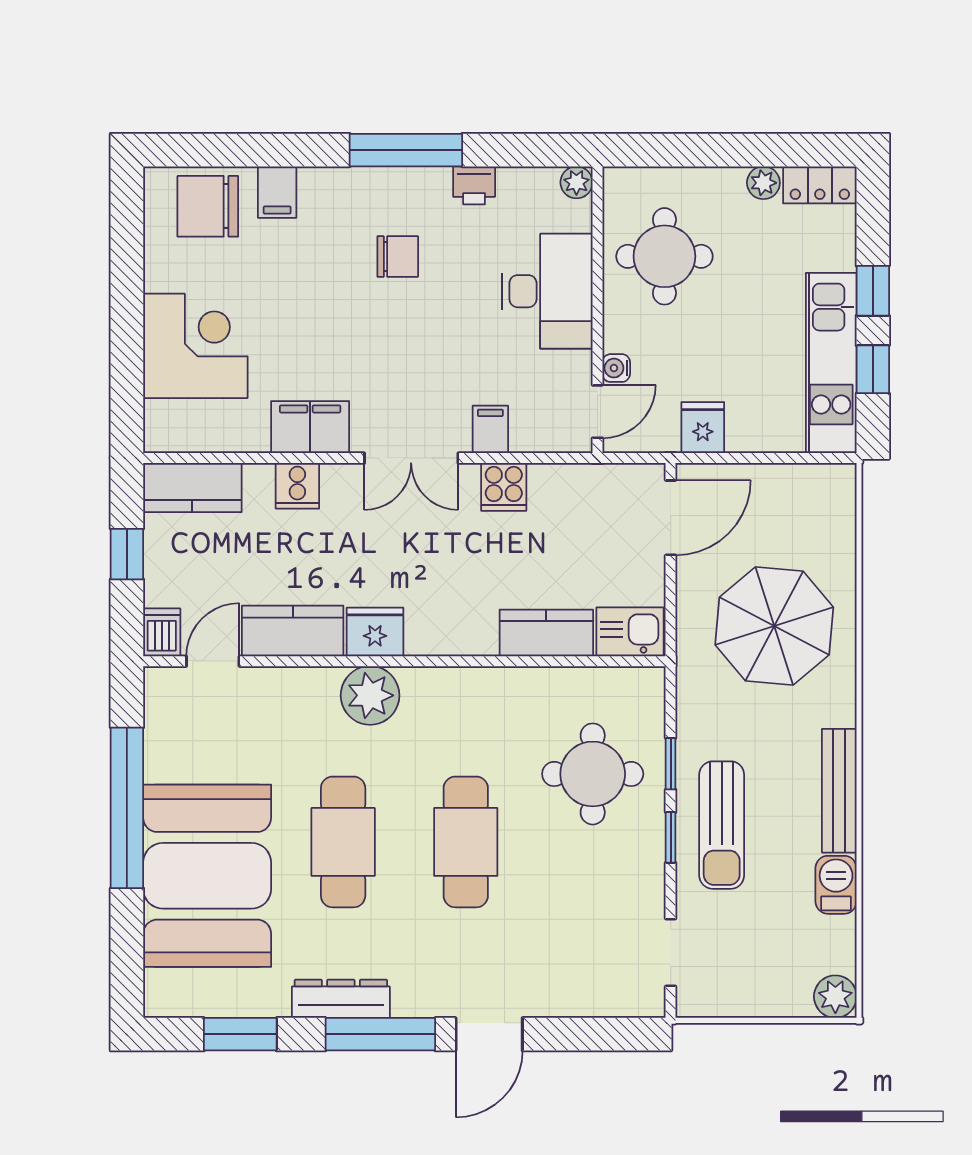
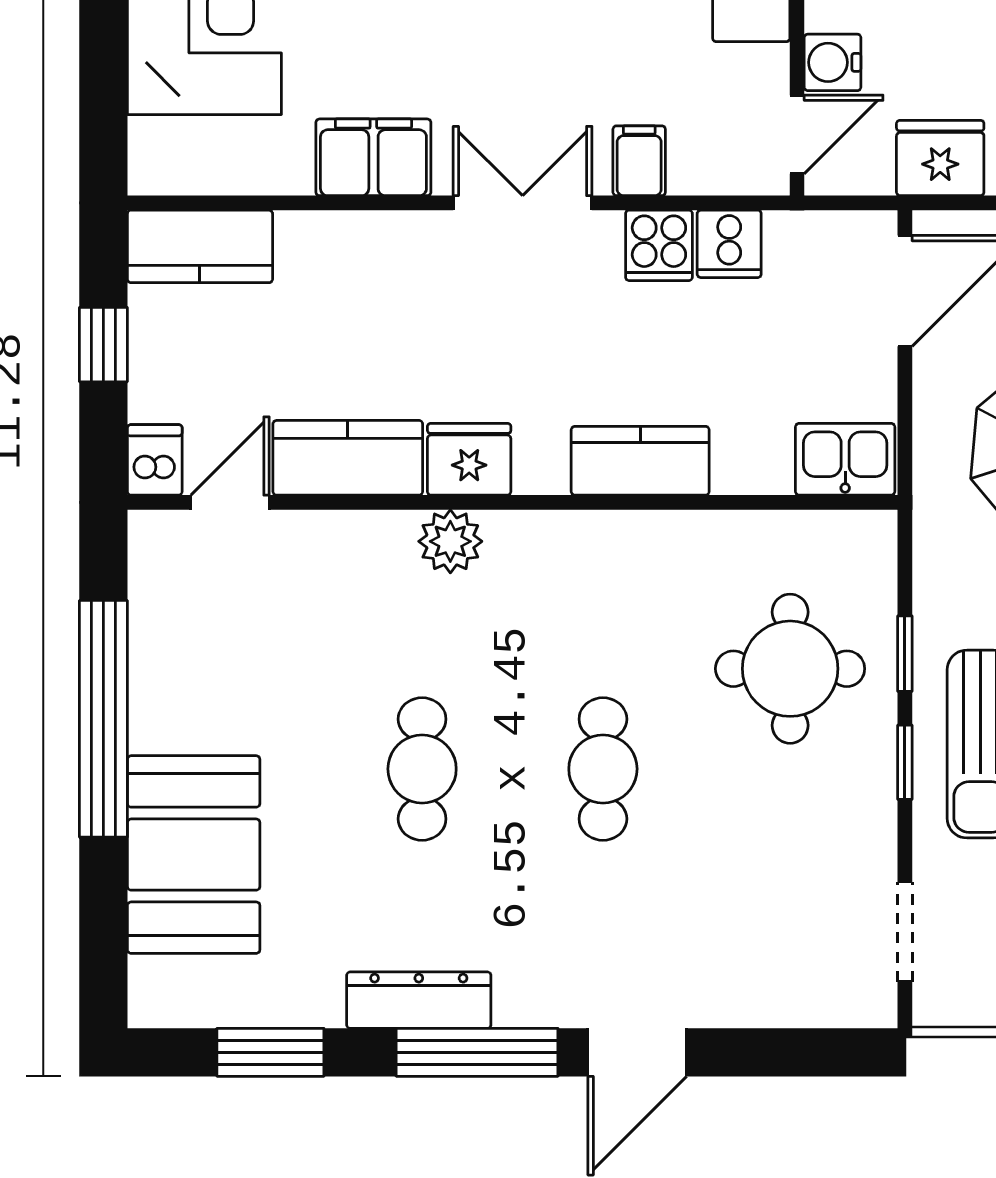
water cooler: (616, 368) -> (833, 62), width x1.38, depth x1.38
fridge: (703, 428) -> (940, 158), width x1.38
double door: (411, 458) -> (523, 203), swing flipped
cooker: (297, 486) -> (729, 244), moved
kitchen counter: (546, 633) -> (640, 461), moved
plant: (370, 695) -> (450, 541), width x0.73, depth x0.73
cafe table: (343, 842) -> (422, 769), width x0.73, depth x0.74
cafe table: (466, 842) -> (603, 769), width x0.73, depth x0.74
booth: (207, 876) -> (194, 855), width x0.73, depth x0.70

